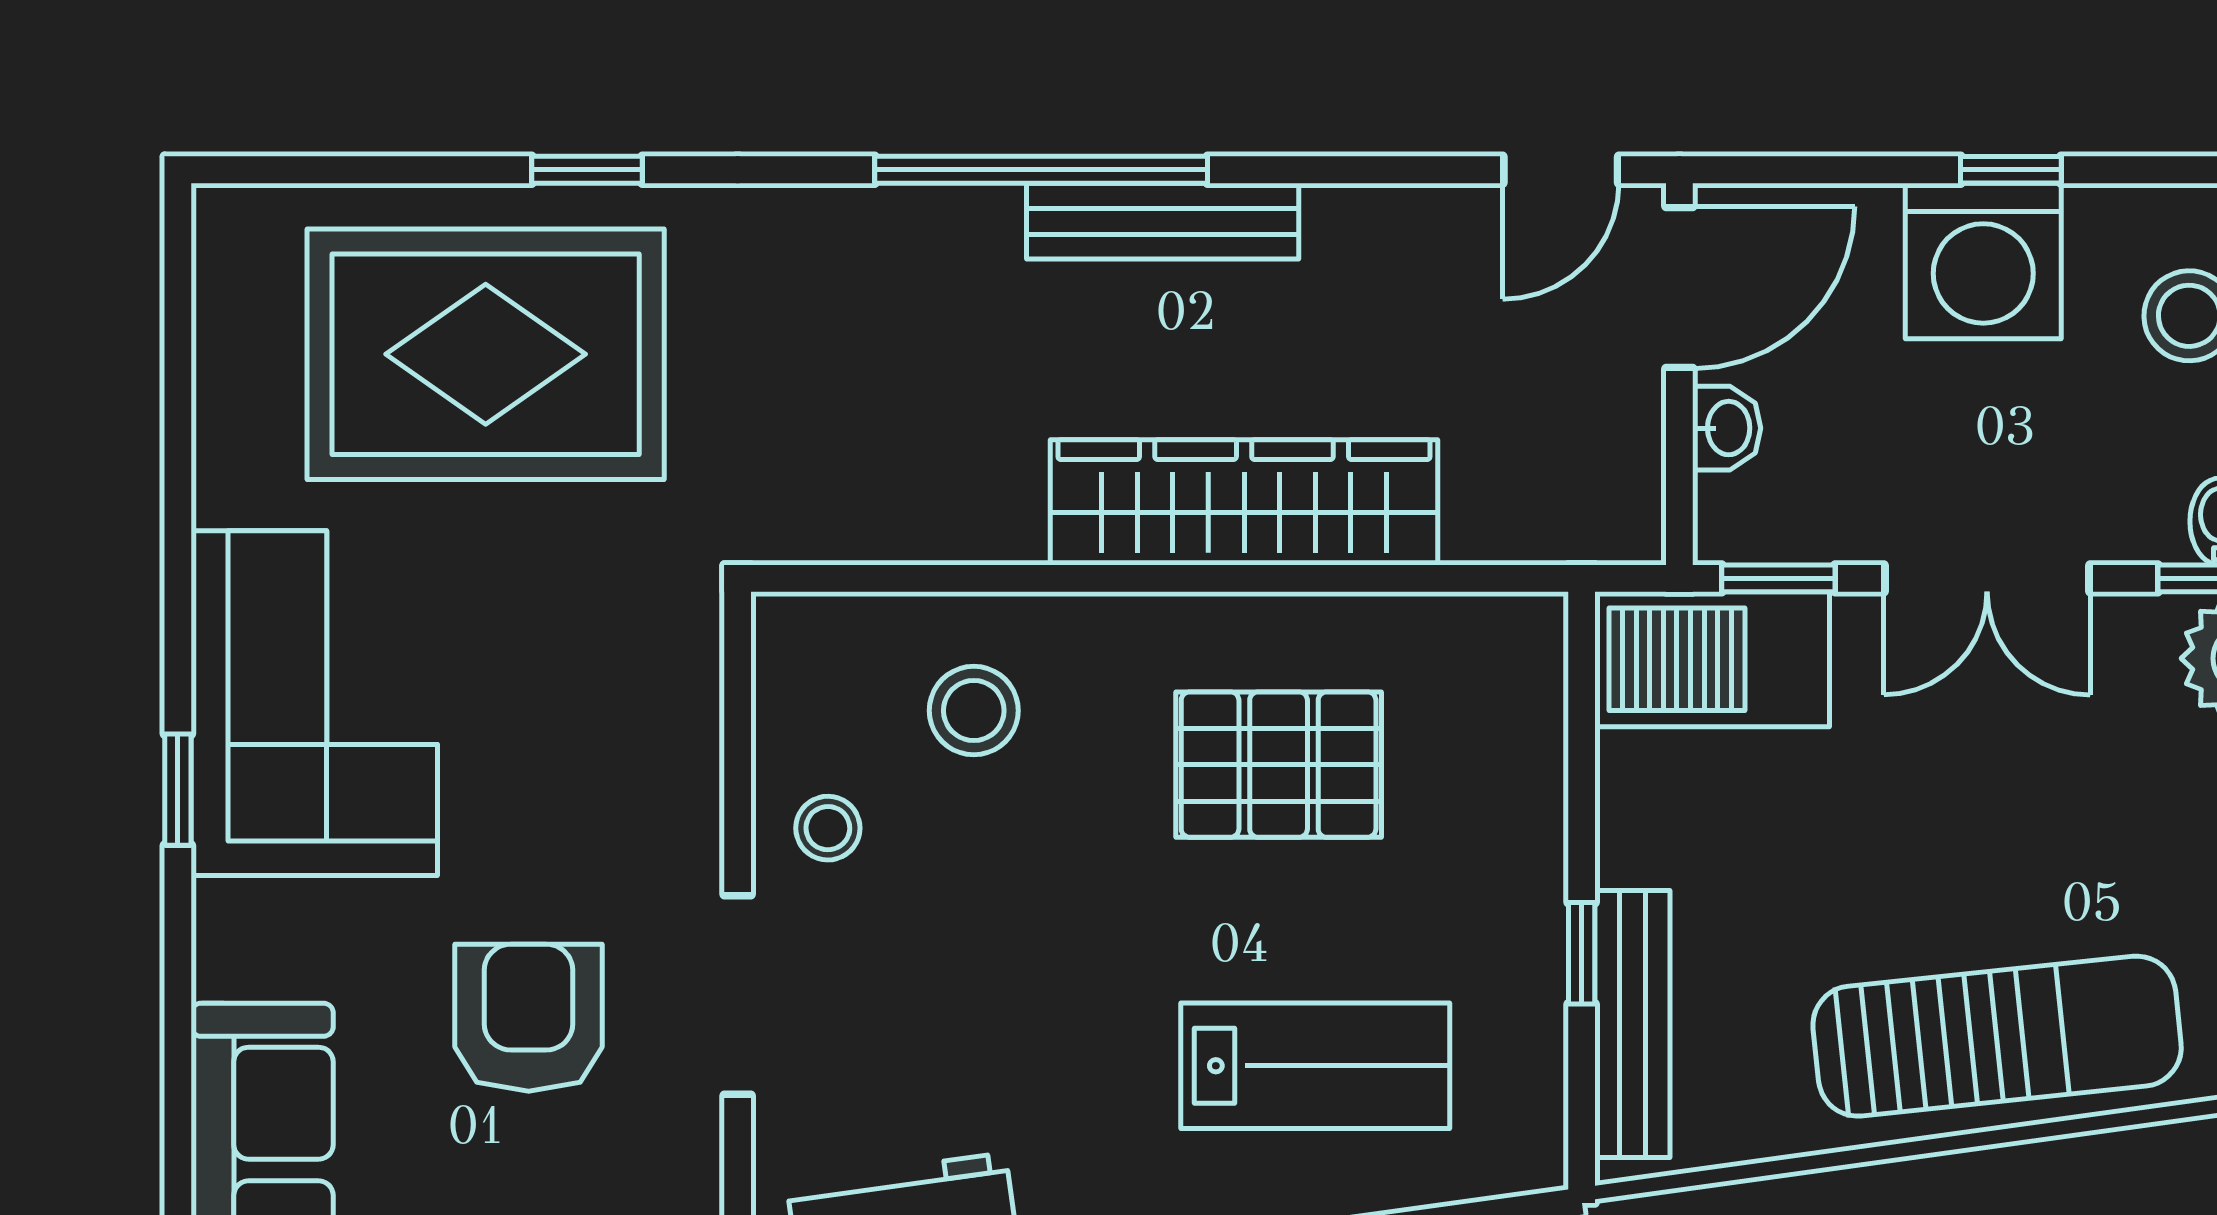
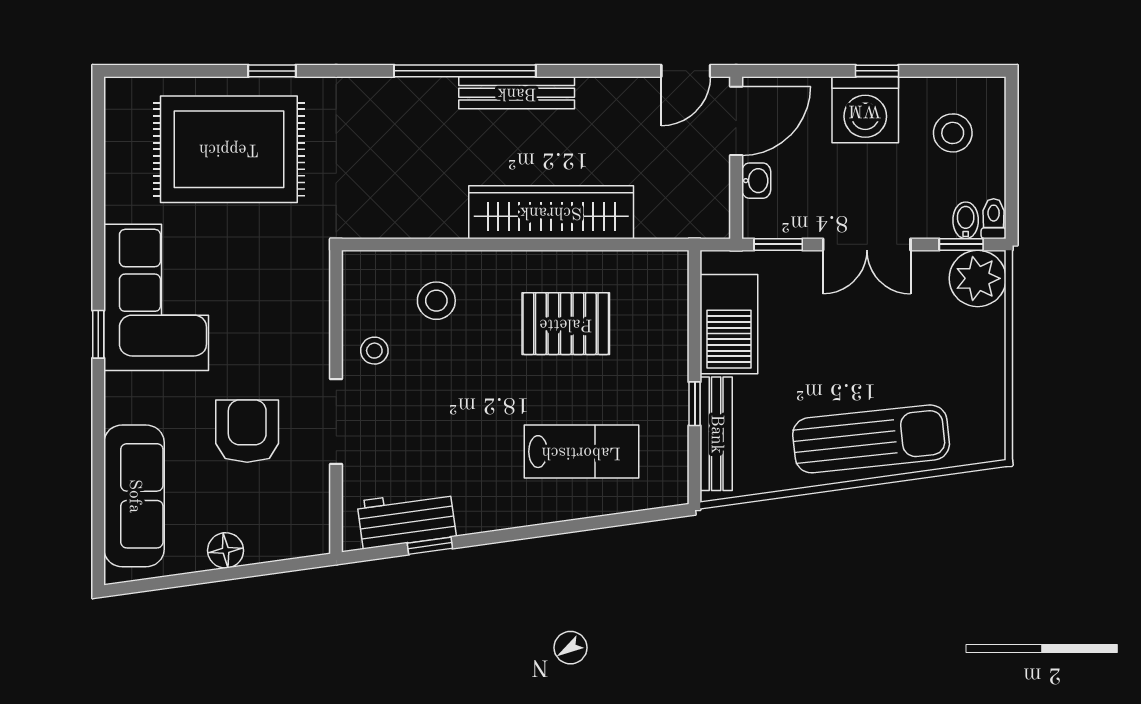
barbecue: (1712, 659) -> (729, 324), moved, turned -90

